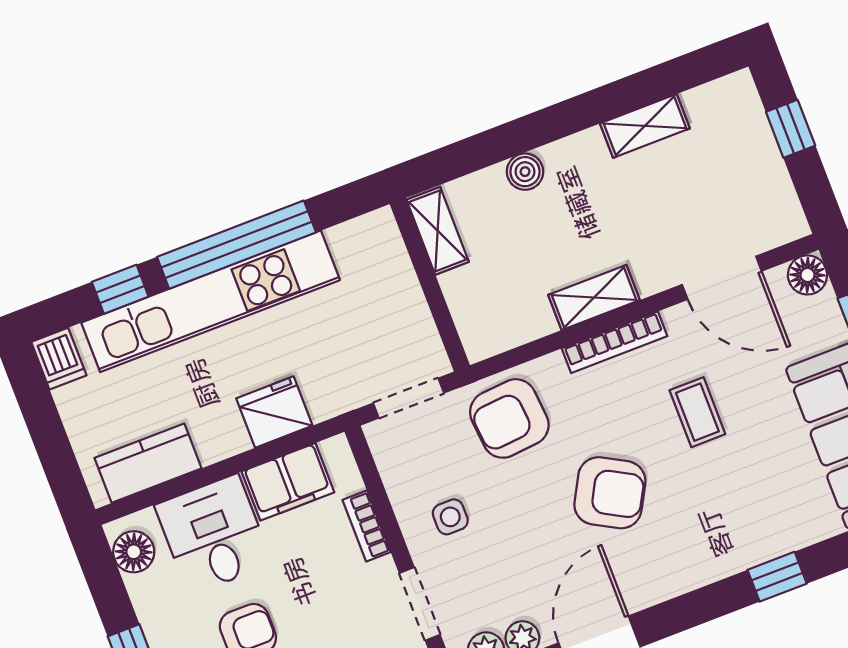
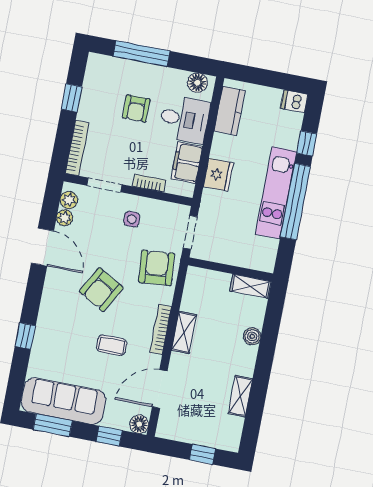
kitchen unit: (211, 301) -> (276, 193), width x0.73

